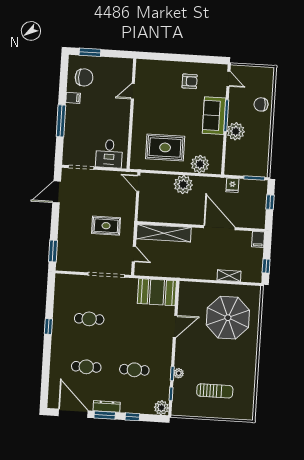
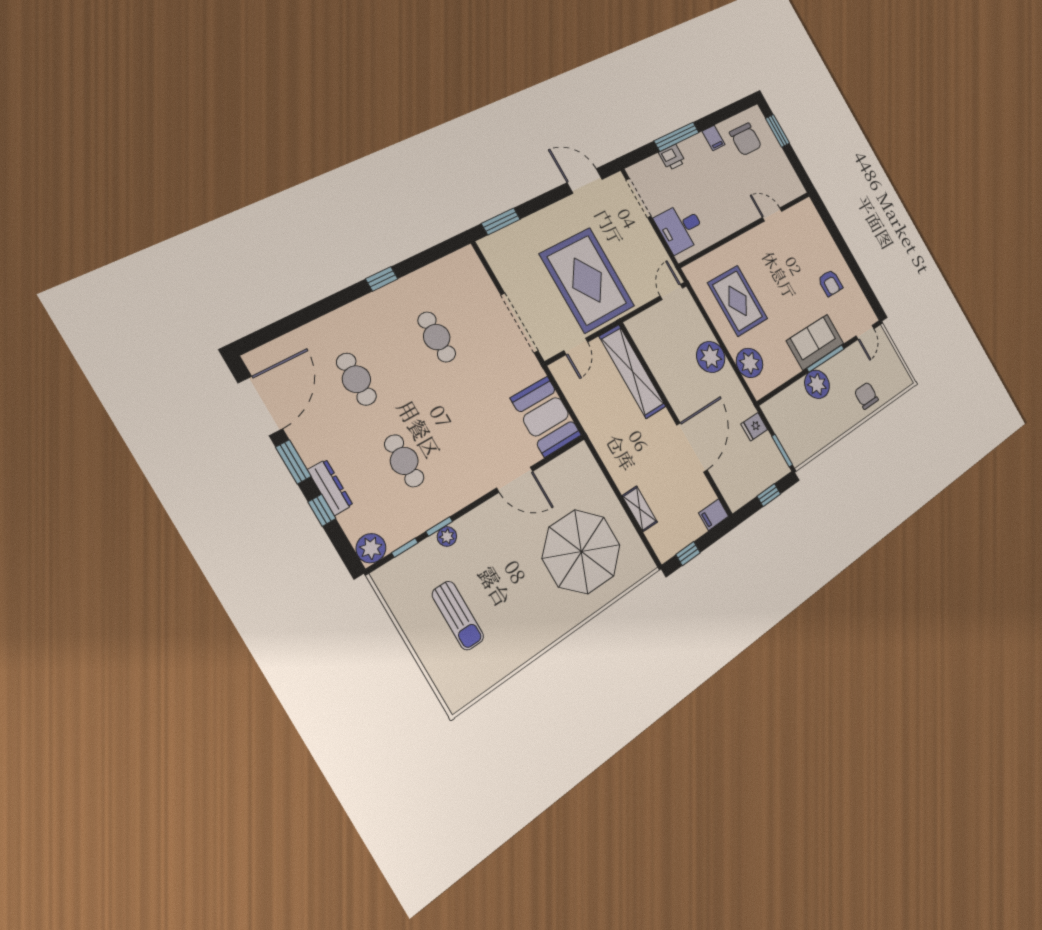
printer: (70, 132) -> (672, 157), added
rug: (106, 226) -> (587, 280), width x1.86, depth x2.06
dresser: (107, 406) -> (330, 487), moved

